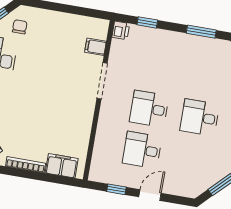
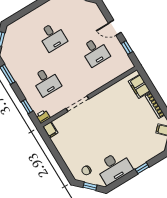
filing cabinet: (96, 47) -> (50, 130), moved
desk: (149, 109) -> (46, 82), moved

